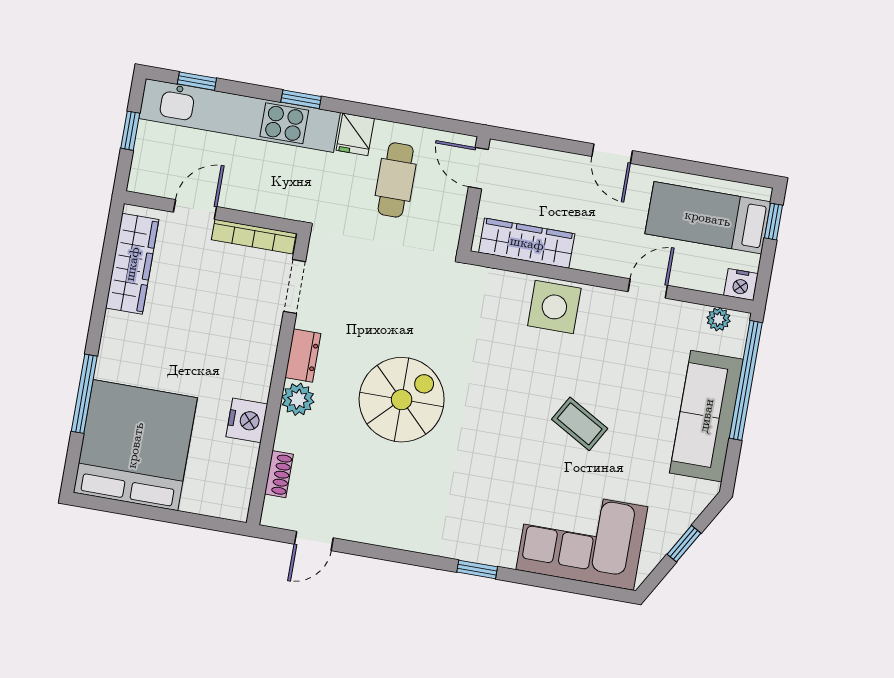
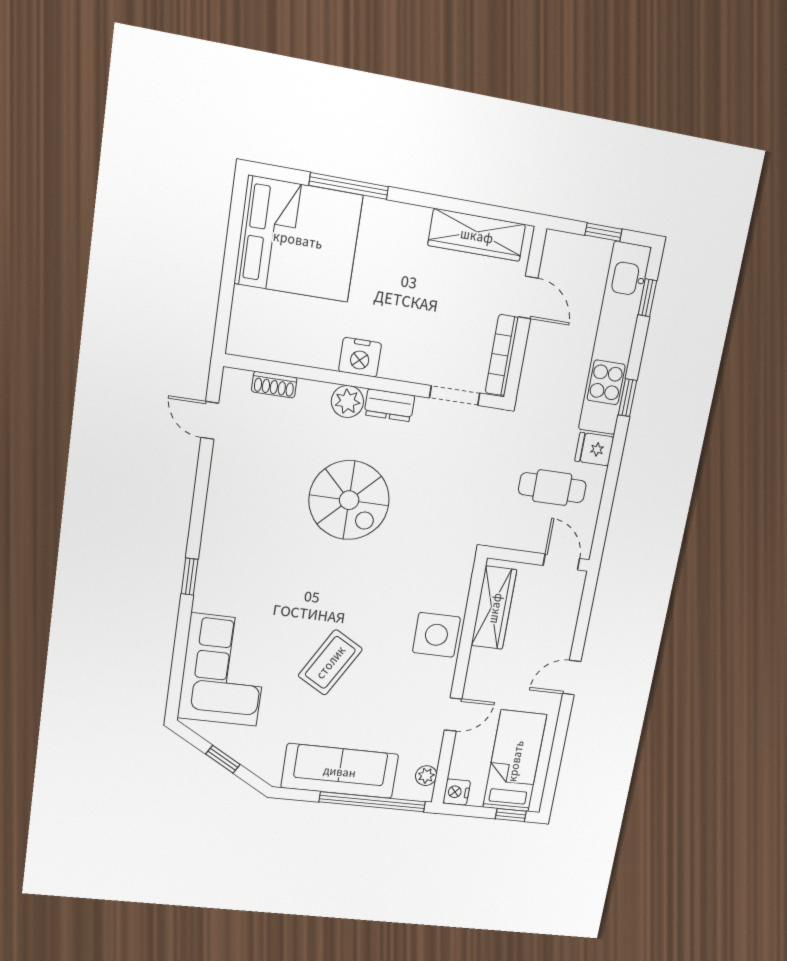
door: (478, 168) -> (561, 562), hinge flipped
door: (648, 288) -> (453, 715), hinge flipped
nightstand: (247, 420) -> (360, 357), moved
coffee table: (580, 424) -> (330, 662), width x1.36, depth x1.30

